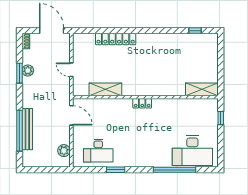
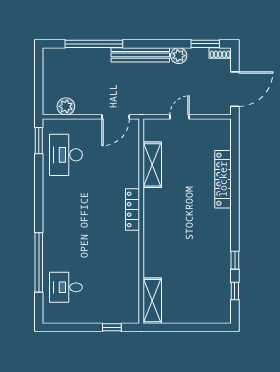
window: (173, 31) -> (235, 260), added
window: (19, 73) -> (205, 44), moved
locker: (142, 103) -> (133, 209), width x1.53
bench: (27, 129) -> (140, 55), moved
desk: (192, 151) -> (66, 287), width x0.53, depth x0.77
window: (116, 170) -> (39, 141), moved

